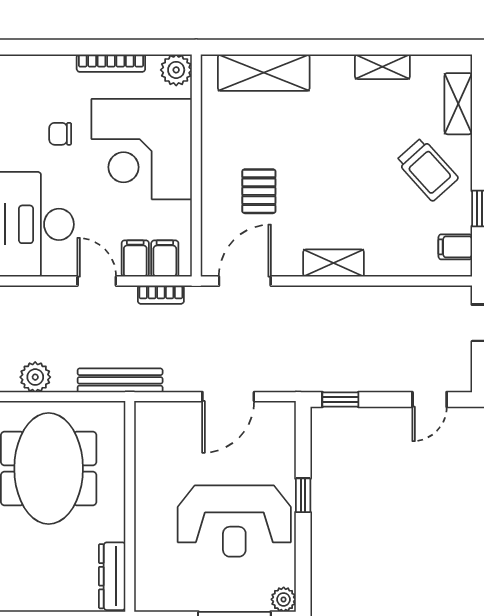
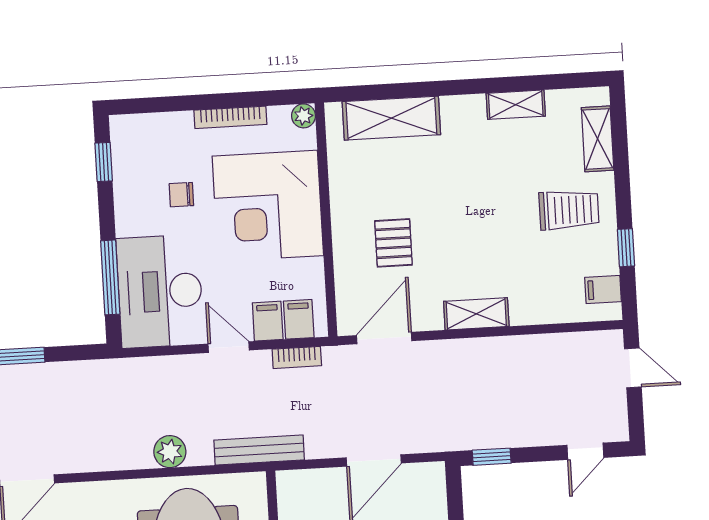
plant: (176, 70) -> (304, 116), width x0.73, depth x0.73
trolley: (427, 169) -> (569, 210), turned -48

